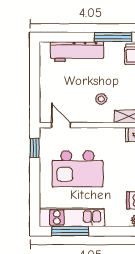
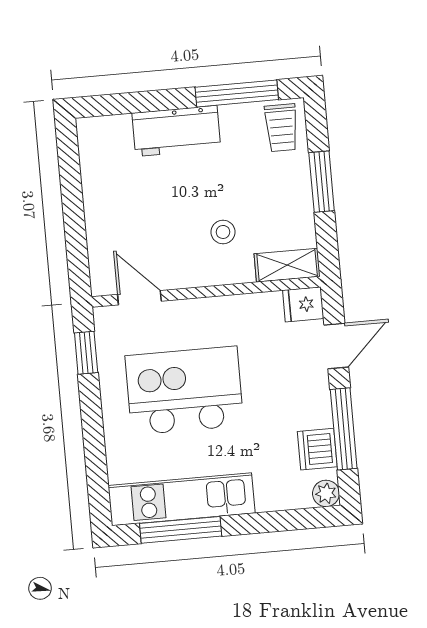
workbench: (77, 52) -> (176, 131), width x0.73
kitchen island: (77, 169) -> (184, 391), turned 180

